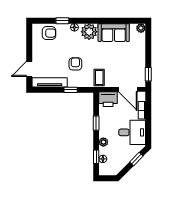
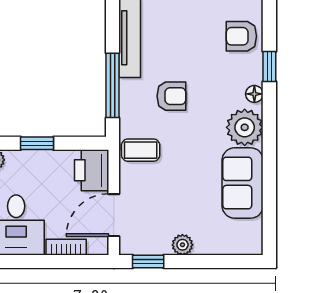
plant: (141, 28) -> (182, 245), moved
armchair: (49, 33) -> (241, 36), turned 90
window: (71, 90) -> (113, 85), width x2.17

